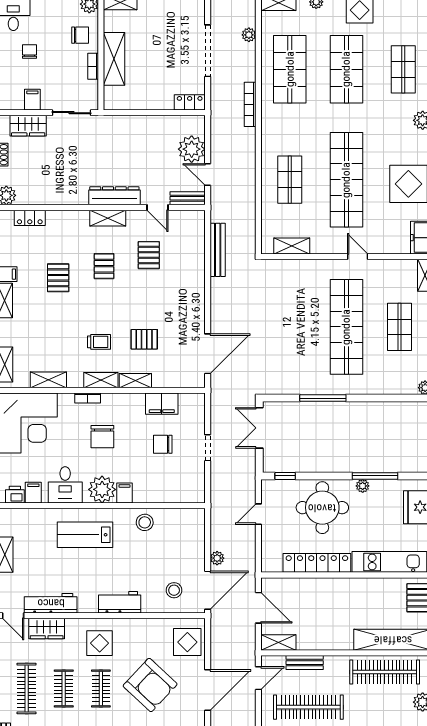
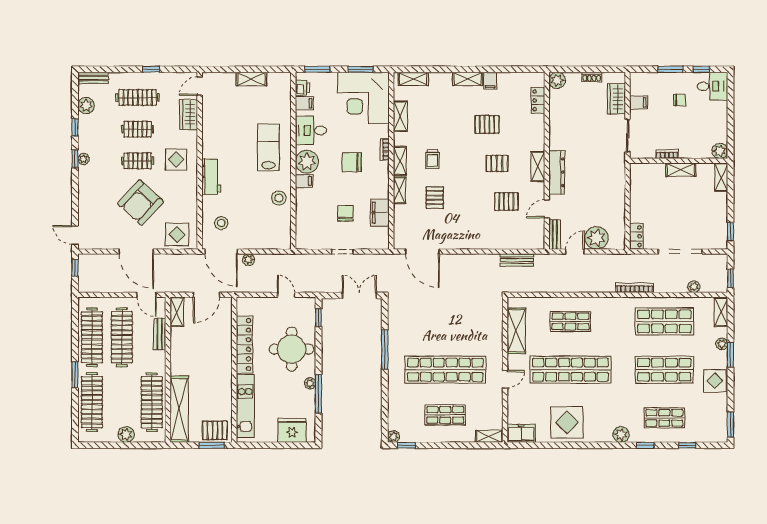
chair: (80, 35) -> (693, 143), removed
shelving: (114, 59) -> (681, 170), width x0.67, depth x0.75
shelving: (292, 246) -> (516, 331), width x1.50, depth x1.33
bench: (218, 250) -> (517, 260), width x0.73
workbench: (51, 603) -> (210, 118), removed

